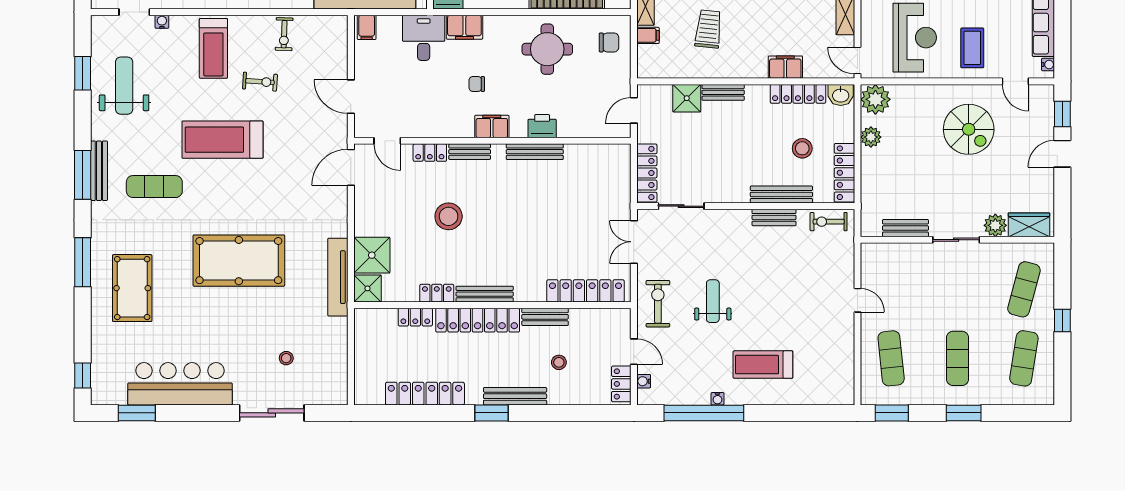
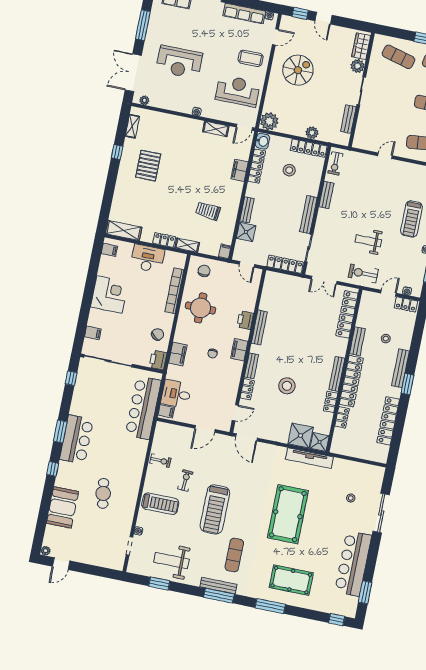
filing cabinet: (648, 35) -> (225, 251), moved
desk: (424, 38) -> (176, 394), moved
plant: (871, 137) -> (312, 133), moved
bench: (781, 194) -> (308, 215), moved

